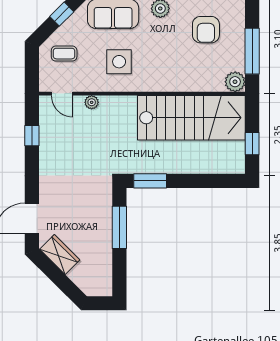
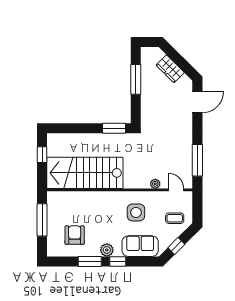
plant: (235, 82) -> (54, 198), removed
window: (32, 136) -> (197, 160), width x2.17
window: (119, 227) -> (136, 79), moved
wardrobe: (60, 255) -> (170, 69), moved

